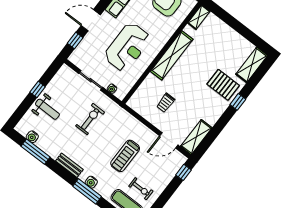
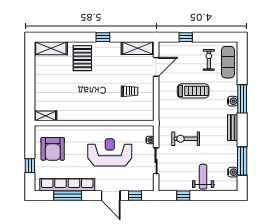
shelving: (172, 55) -> (90, 114), removed
window: (38, 89) -> (183, 196), moved
window: (238, 102) -> (103, 37), moved
door: (169, 140) -> (156, 67), hinge flipped
window: (184, 172) -> (186, 37), moved

